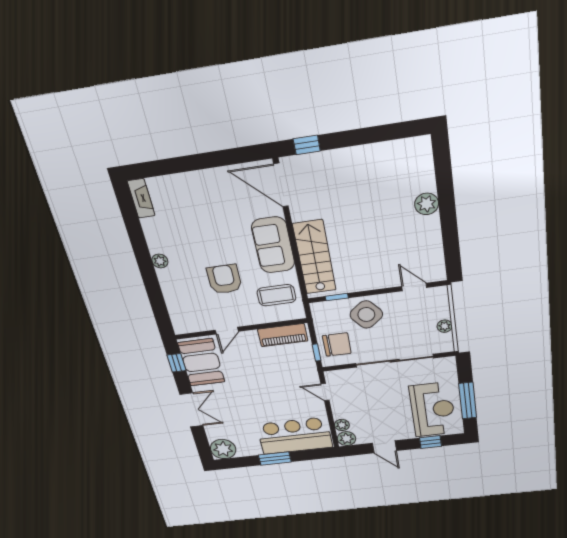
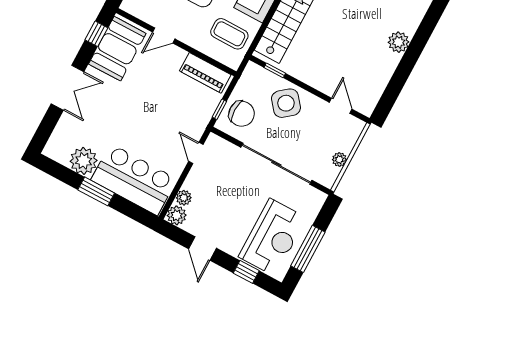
plant: (223, 449) -> (84, 161), moved

